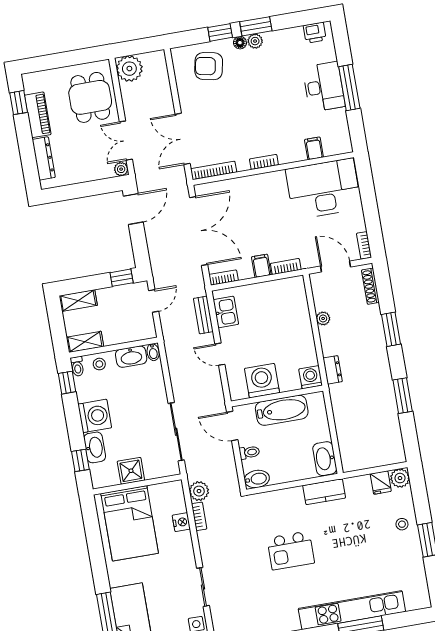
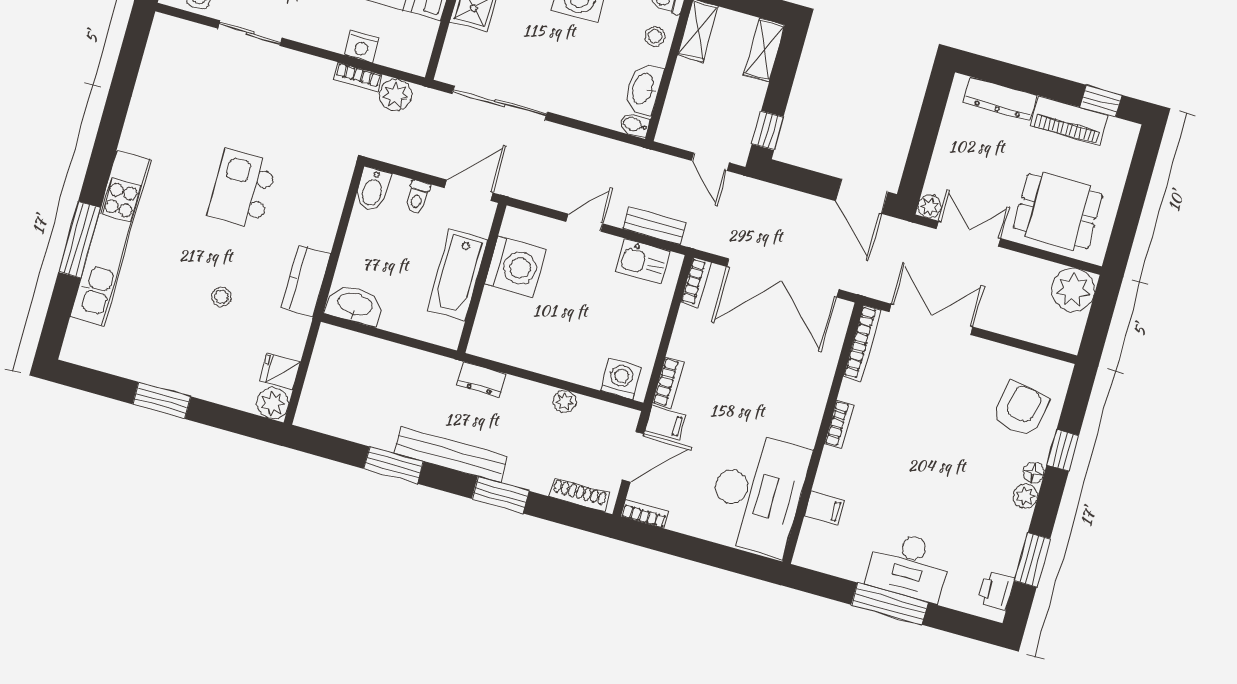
window: (256, 26) -> (1032, 560), moved
filing cabinet: (261, 266) -> (665, 423), moved
bench: (382, 367) -> (451, 455), added
washing machine: (311, 377) -> (621, 379), moved, turned -90
stool: (402, 524) -> (221, 297), moved

